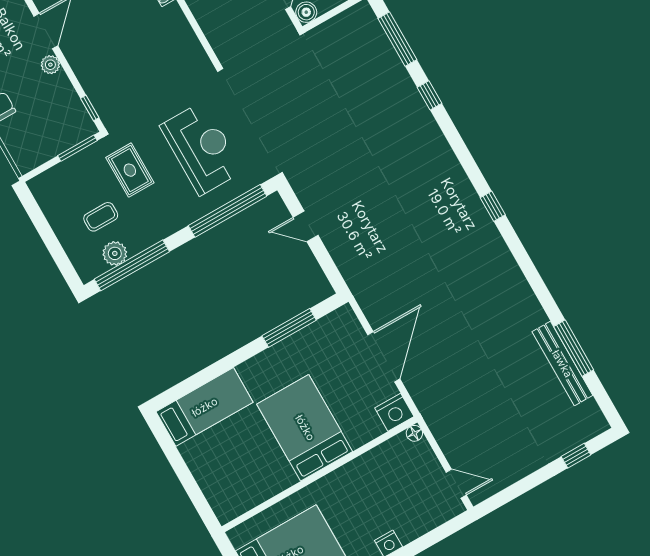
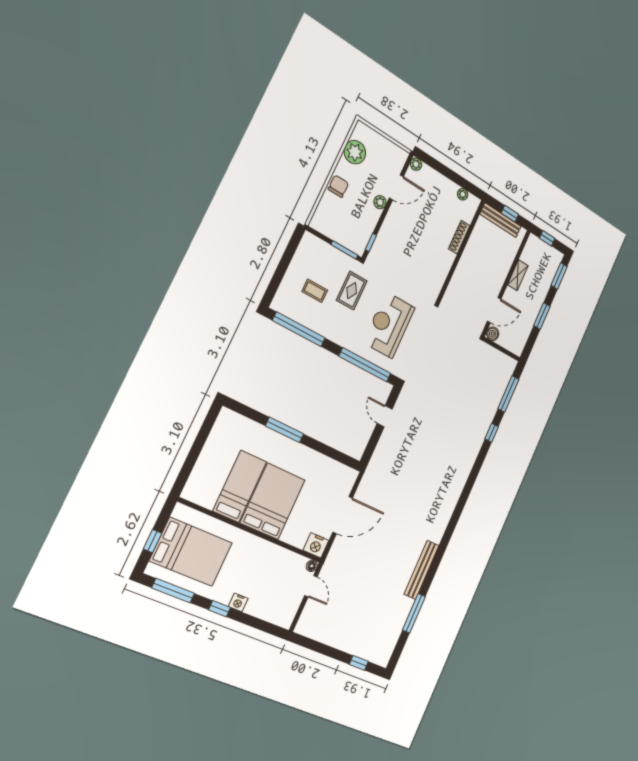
reception desk: (201, 148) -> (389, 325), turned 180
window: (493, 206) -> (458, 511), removed
plant: (115, 253) -> (299, 314), removed
window: (289, 328) -> (285, 430), moved
bench: (562, 364) -> (421, 570), moved
bed: (205, 407) -> (240, 486), moved, turned -90
door: (456, 484) -> (311, 586), moved

